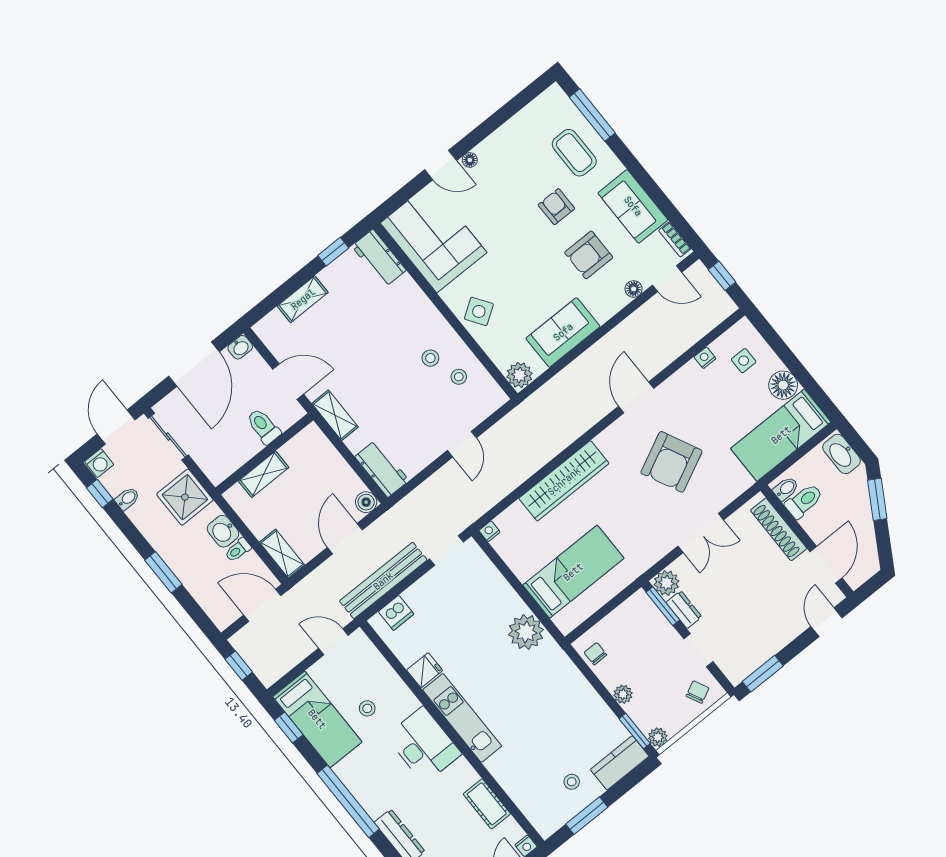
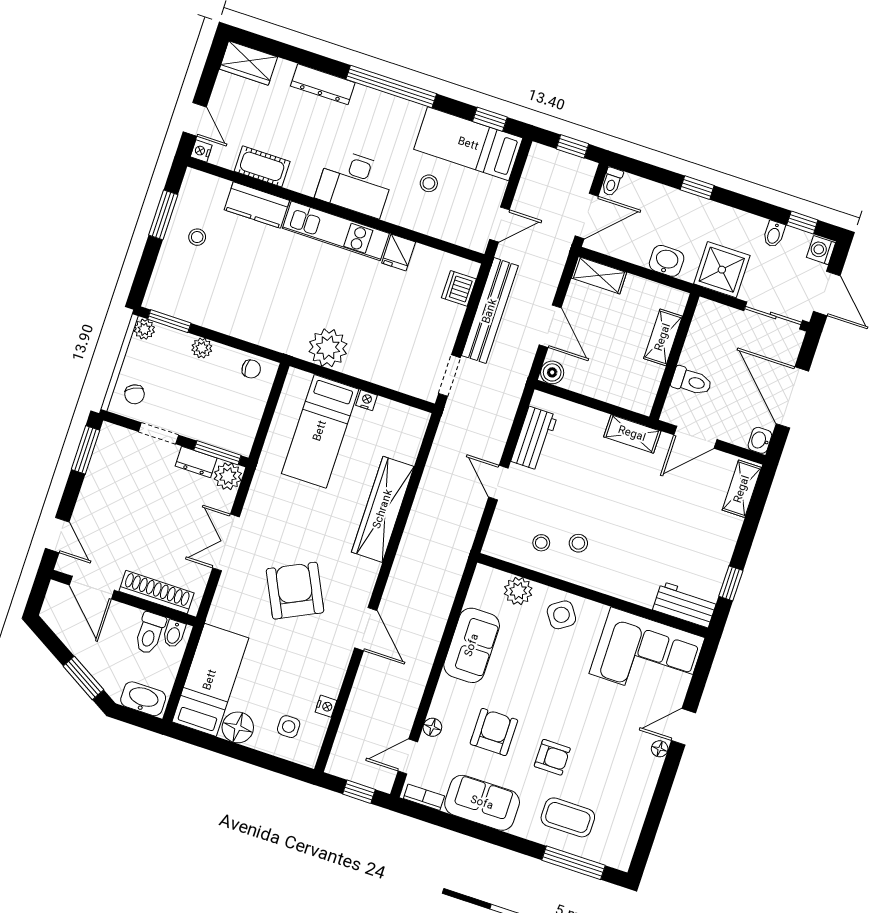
shelving: (303, 299) -> (742, 489), moved
plant: (520, 375) -> (518, 591), moved
workbench: (382, 469) -> (534, 438), moved, turned -90
nightstand: (490, 531) -> (367, 400), moved, turned -90
toilet: (238, 550) -> (612, 182), moved, turned 180
window: (163, 572) -> (697, 188), width x0.67
kitchen counter: (620, 763) -> (257, 205), moved, turned 90

